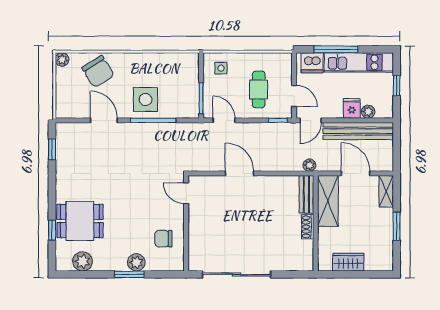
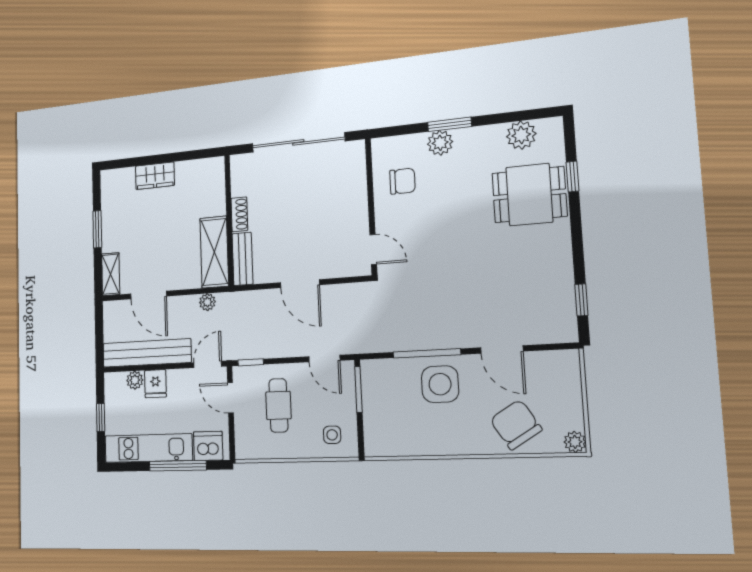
bench: (306, 194) -> (242, 259), moved
shelving: (328, 201) -> (214, 252), moved
wall: (316, 223) -> (229, 220), moved
shoe rack: (308, 227) -> (239, 214), moved

